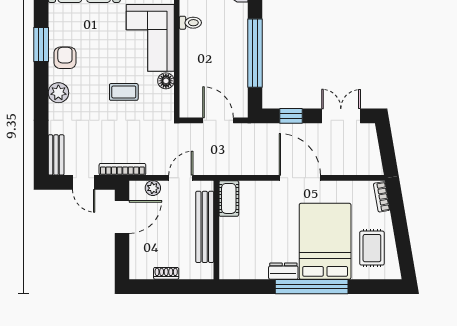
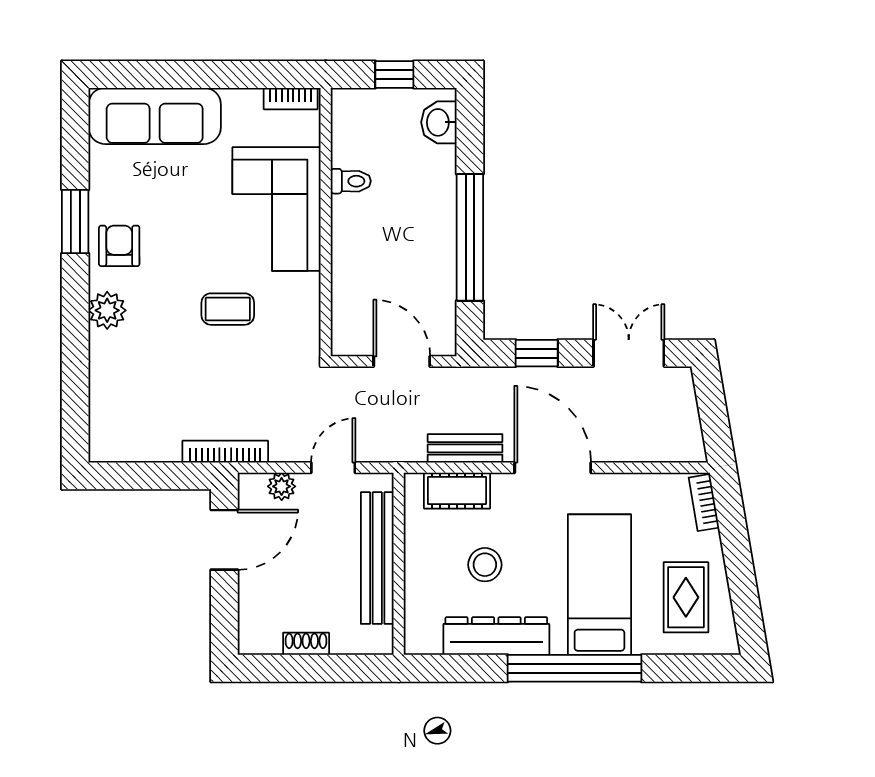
floor lamp: (166, 81) -> (306, 289), removed
bench: (56, 155) -> (465, 448), moved, turned 90
door: (84, 182) -> (154, 476), removed
cot: (229, 198) -> (457, 491), moved, turned 90
stool: (263, 230) -> (485, 565), added
bed: (325, 241) -> (599, 585), width x0.67
dresser: (283, 271) -> (496, 636), width x1.96, depth x1.24

